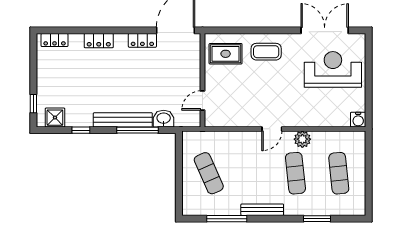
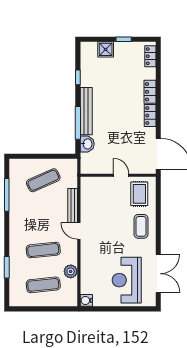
locker: (142, 40) -> (150, 116), moved
reception desk: (333, 69) -> (127, 280), turned 180
door: (203, 101) -> (121, 175), moved
window: (33, 104) -> (124, 39), moved
shower: (55, 118) -> (106, 49), moved
plant: (302, 139) -> (71, 271), moved
bench: (262, 210) -> (73, 205), moved

